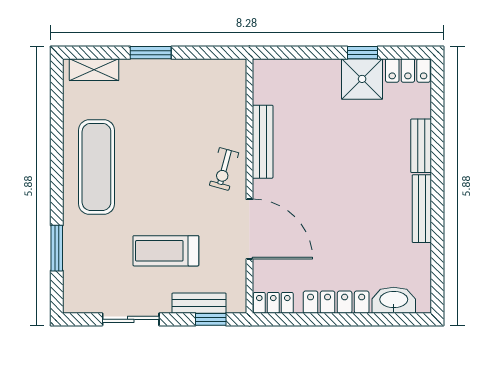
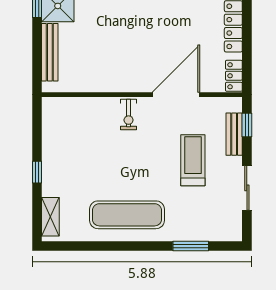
window: (151, 53) -> (37, 172), width x0.67
bench: (263, 142) -> (50, 52), moved, turned 90
exercise bike: (224, 169) -> (129, 114), turned 75
treadmill: (166, 251) -> (193, 160), turned 180

